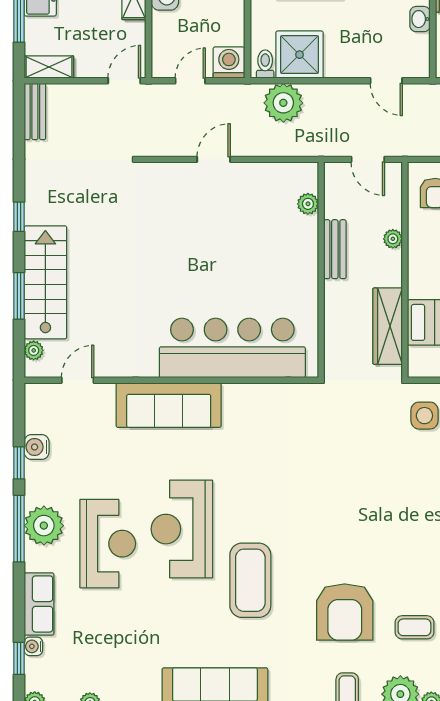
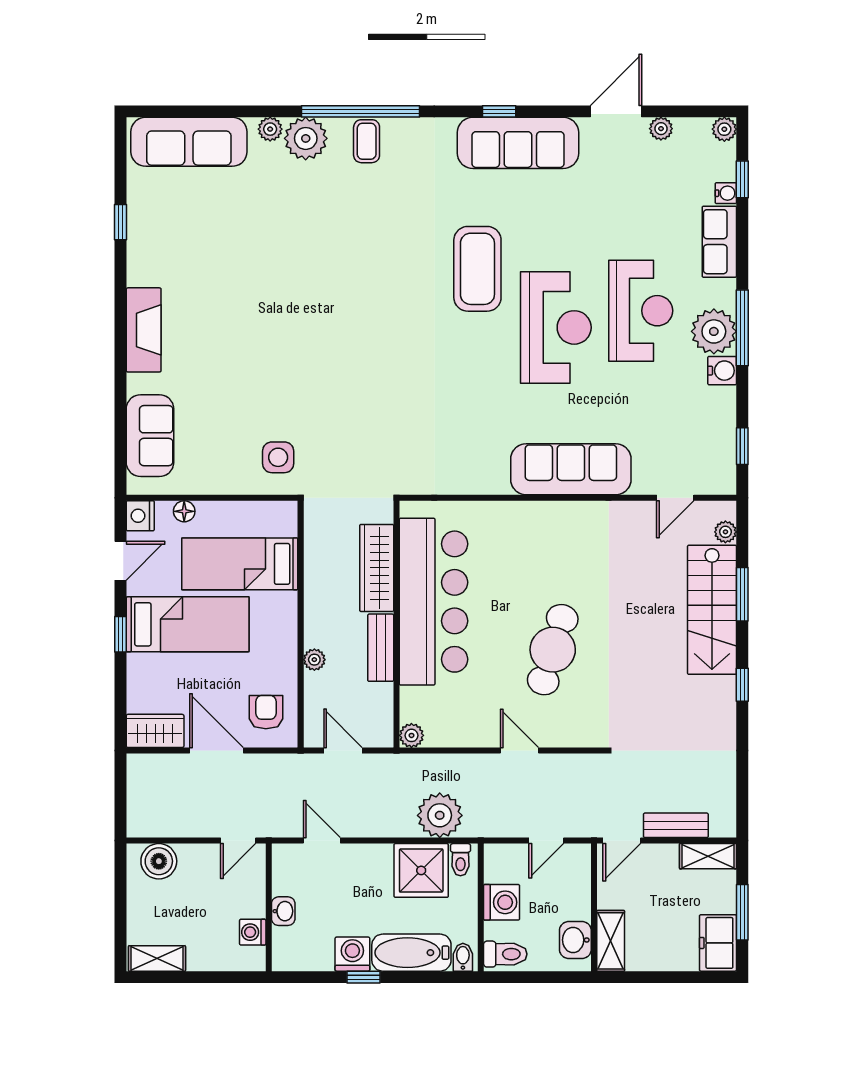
washing machine: (229, 63) -> (502, 902), moved, turned -90
bench: (35, 111) -> (676, 825), moved, turned 90
door: (214, 159) -> (519, 750), swing flipped
plant: (308, 204) -> (411, 735), moved
cafe table: (185, 248) -> (553, 650), added
wardrobe: (388, 326) -> (377, 568), moved, turned 180
bar counter: (232, 348) -> (433, 602), moved, turned -90
water cooler: (37, 447) -> (722, 371), moved
window: (19, 463) -> (742, 446), moved
reception desk: (108, 544) -> (641, 311), turned 180
armchair: (345, 612) -> (369, 232), removed
coffee table: (414, 627) -> (290, 215), removed

